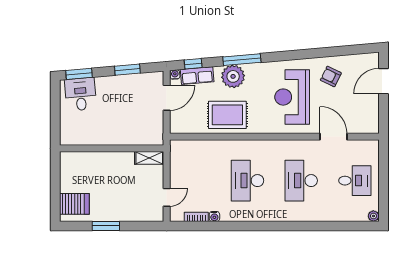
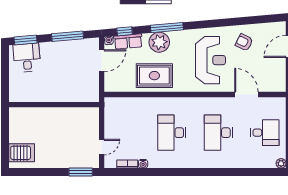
window: (127, 70) -> (68, 36), width x1.44
reception desk: (292, 97) -> (211, 60), turned 180
shelving: (149, 158) -> (86, 113), removed
window: (106, 226) -> (81, 172), moved

